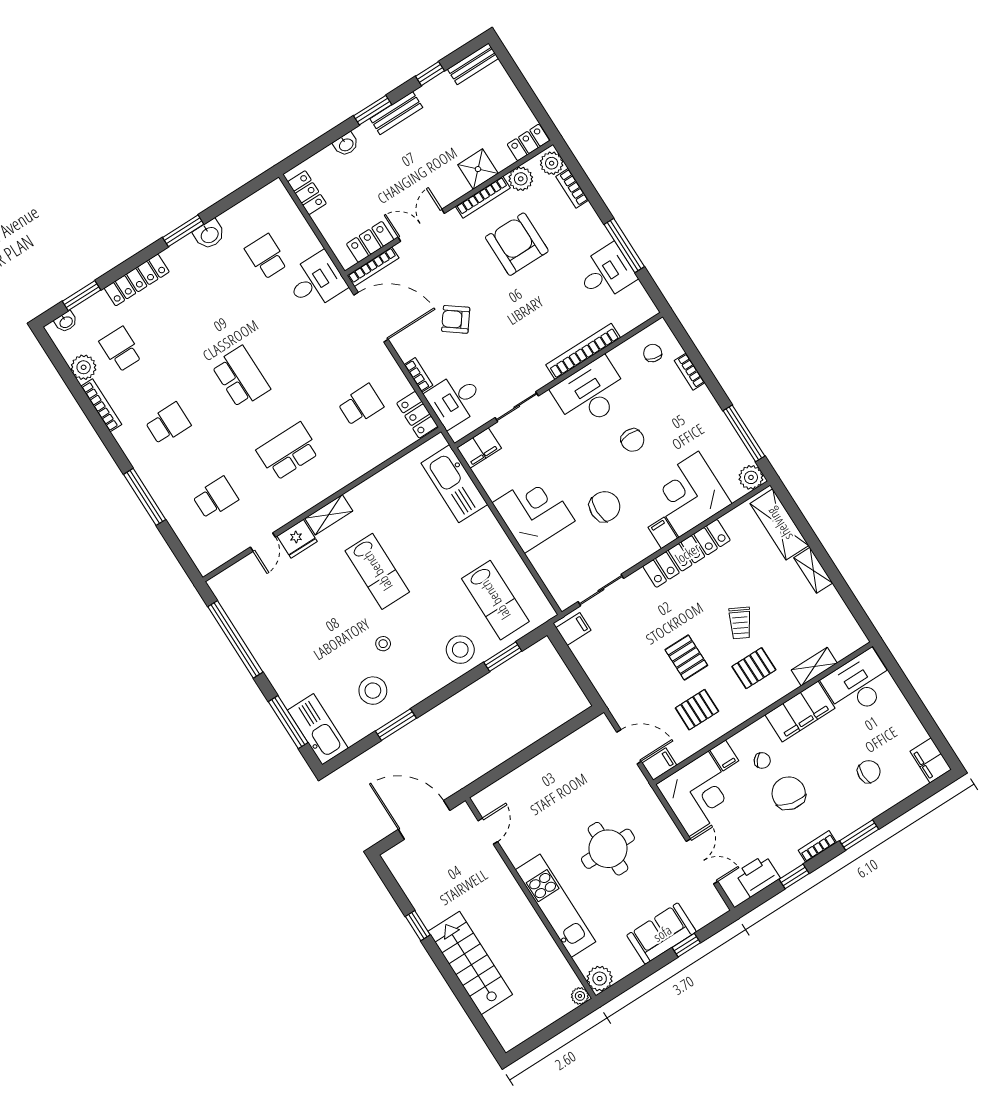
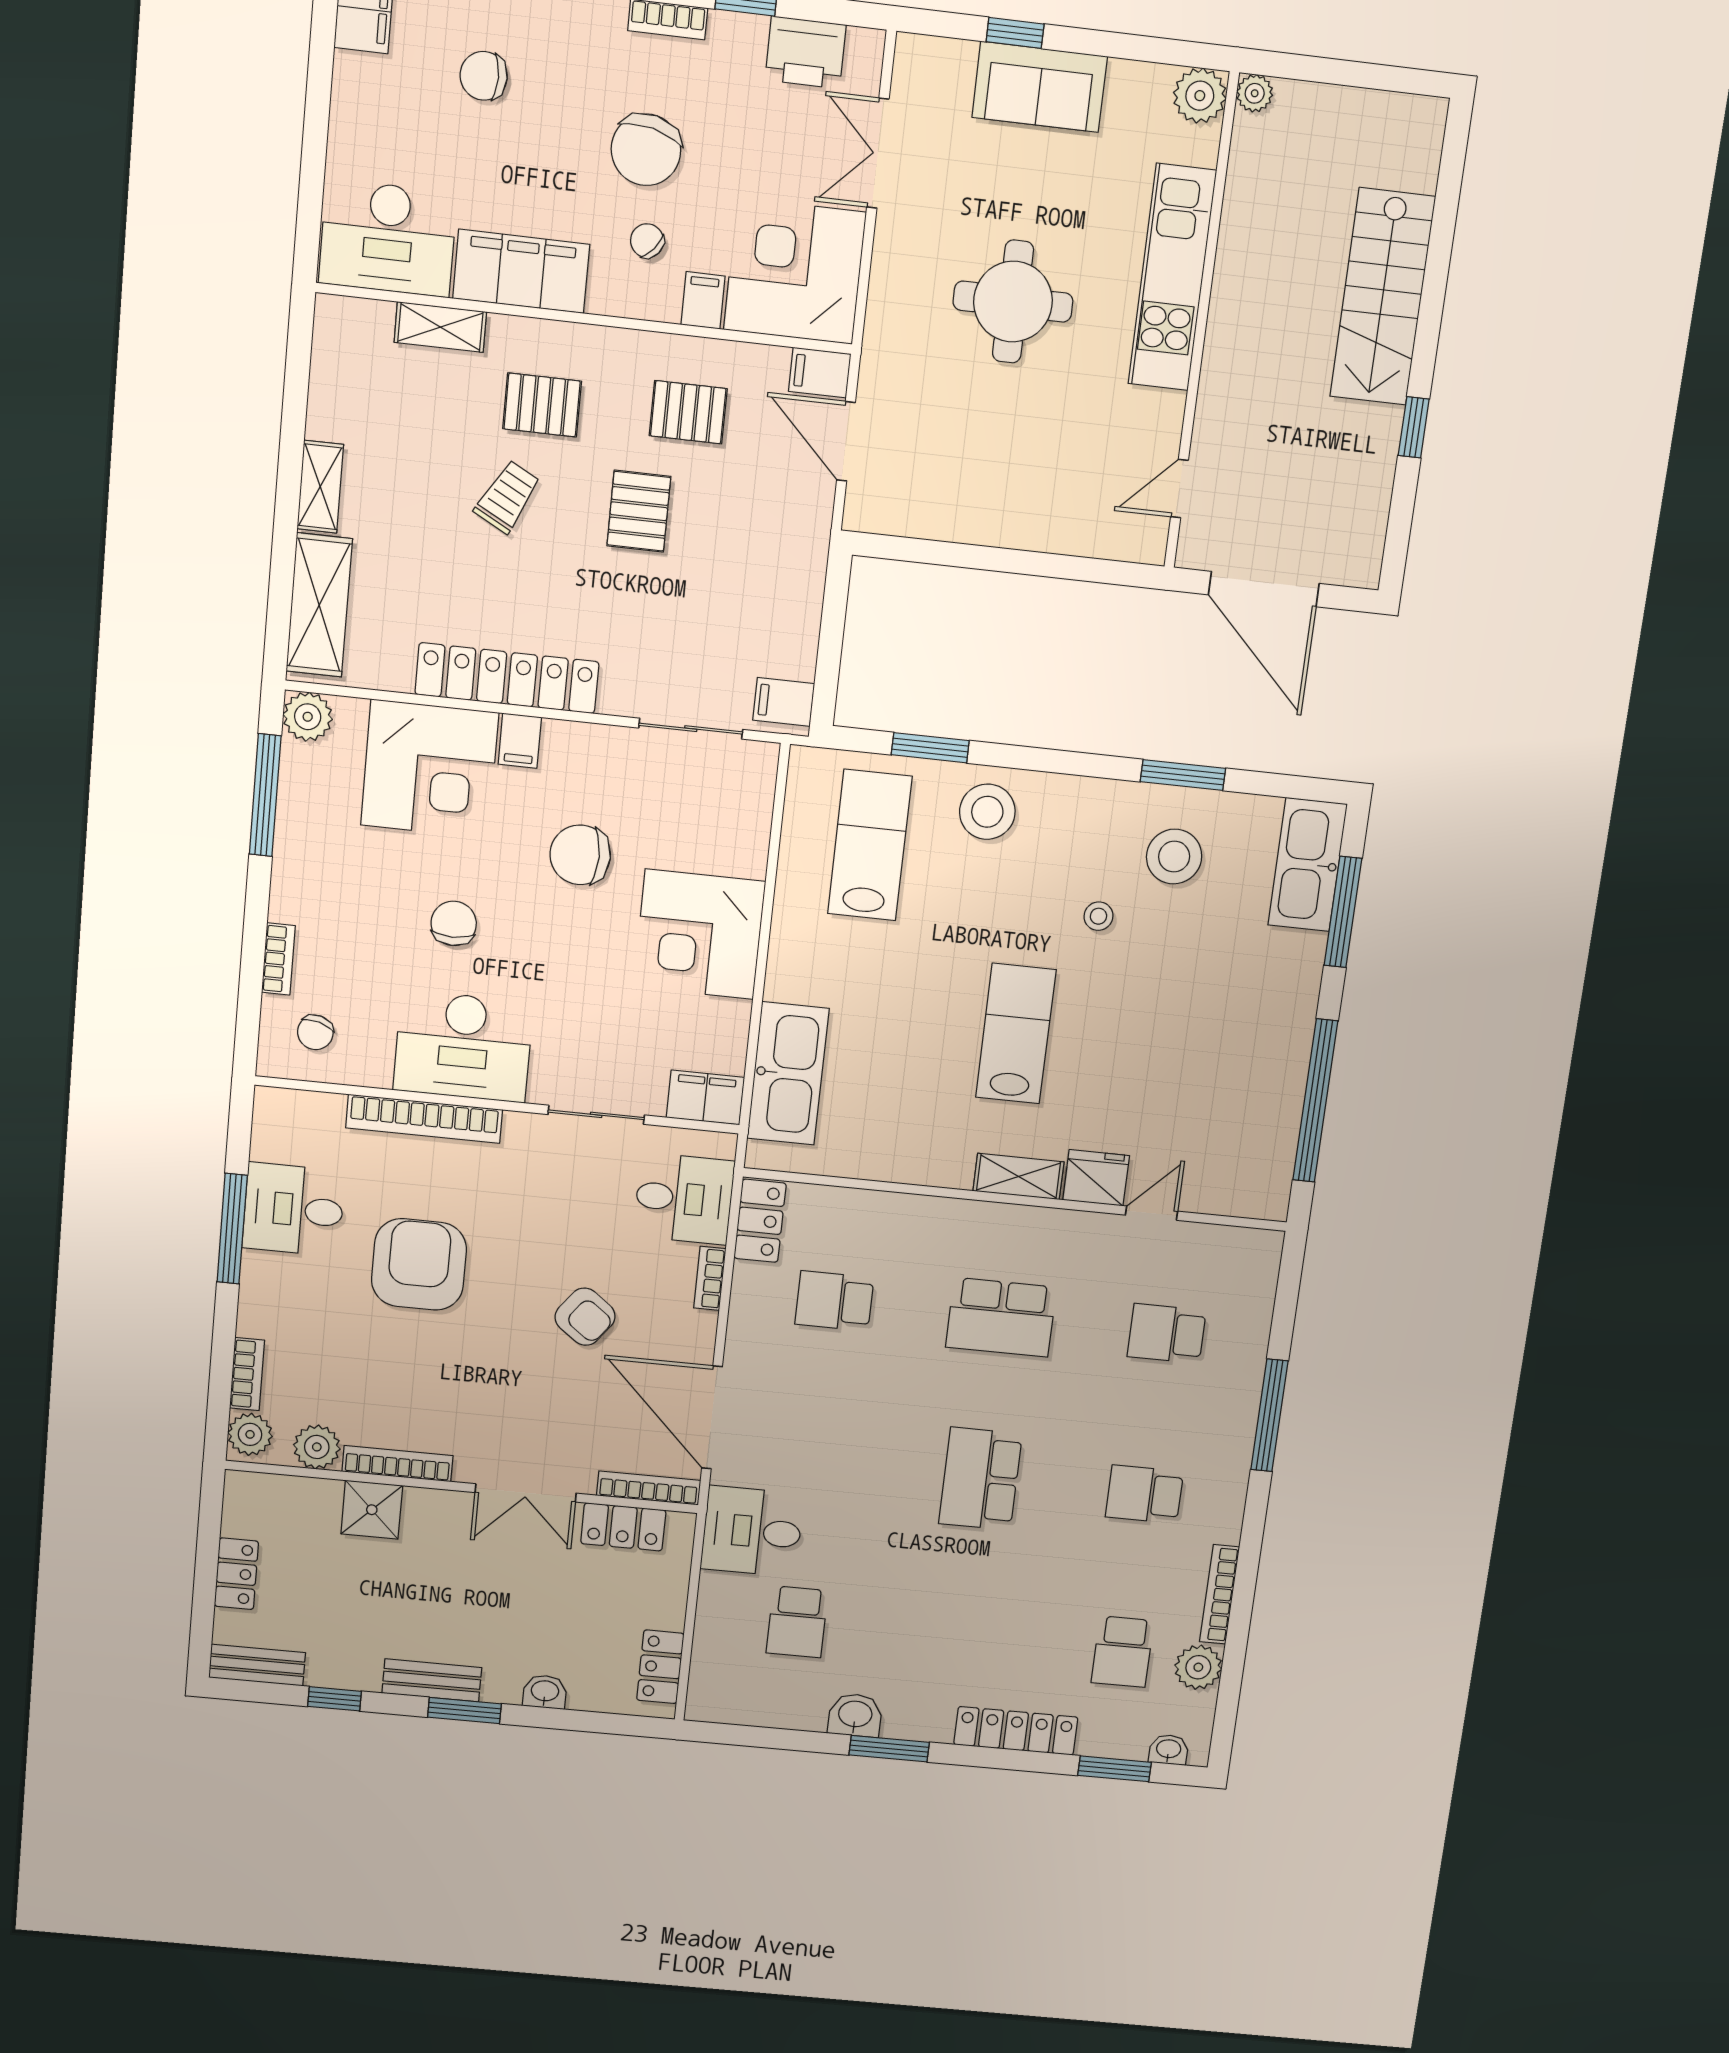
locker: (528, 142) -> (236, 1574), moved, turned -90
armchair: (517, 244) -> (419, 1264), moved, turned 180

